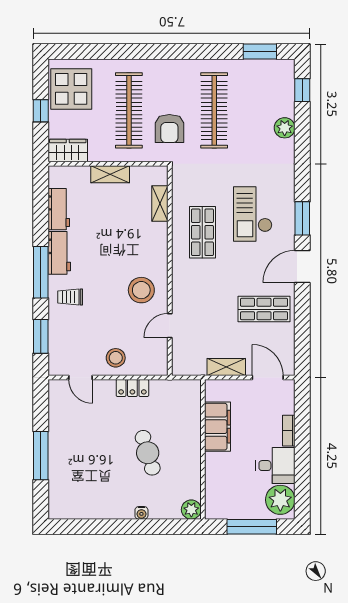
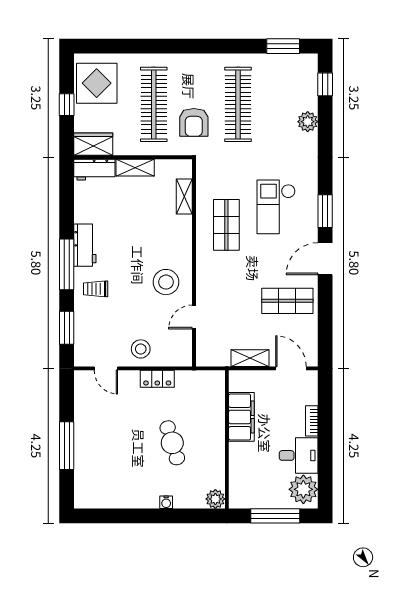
workbench: (59, 209) -> (94, 170), moved, turned 90

